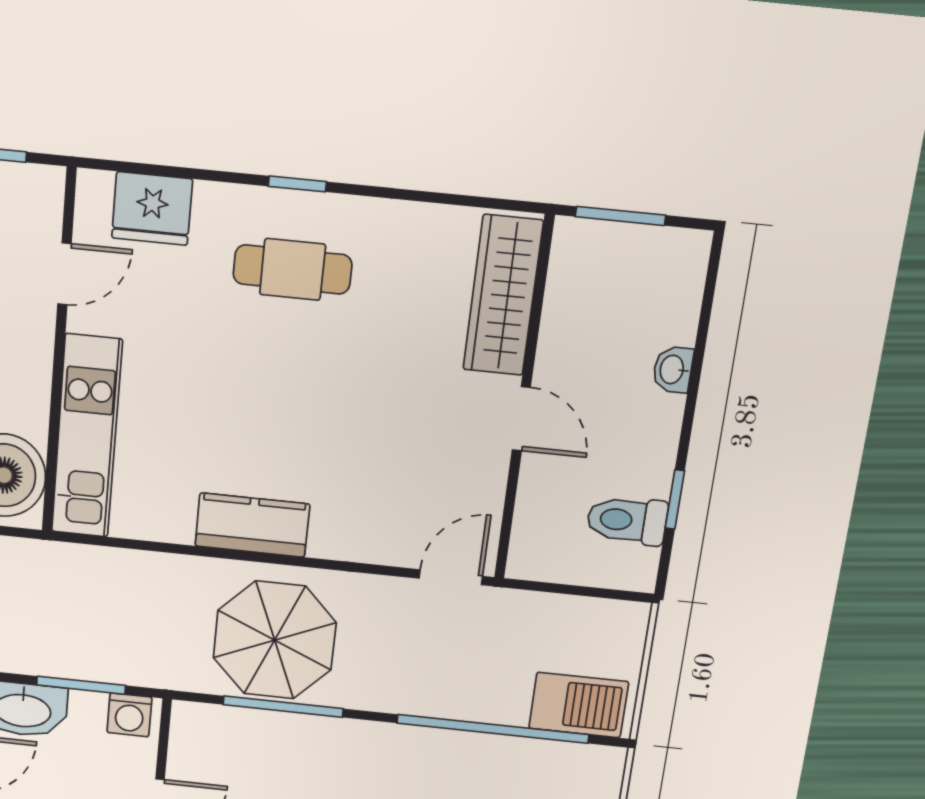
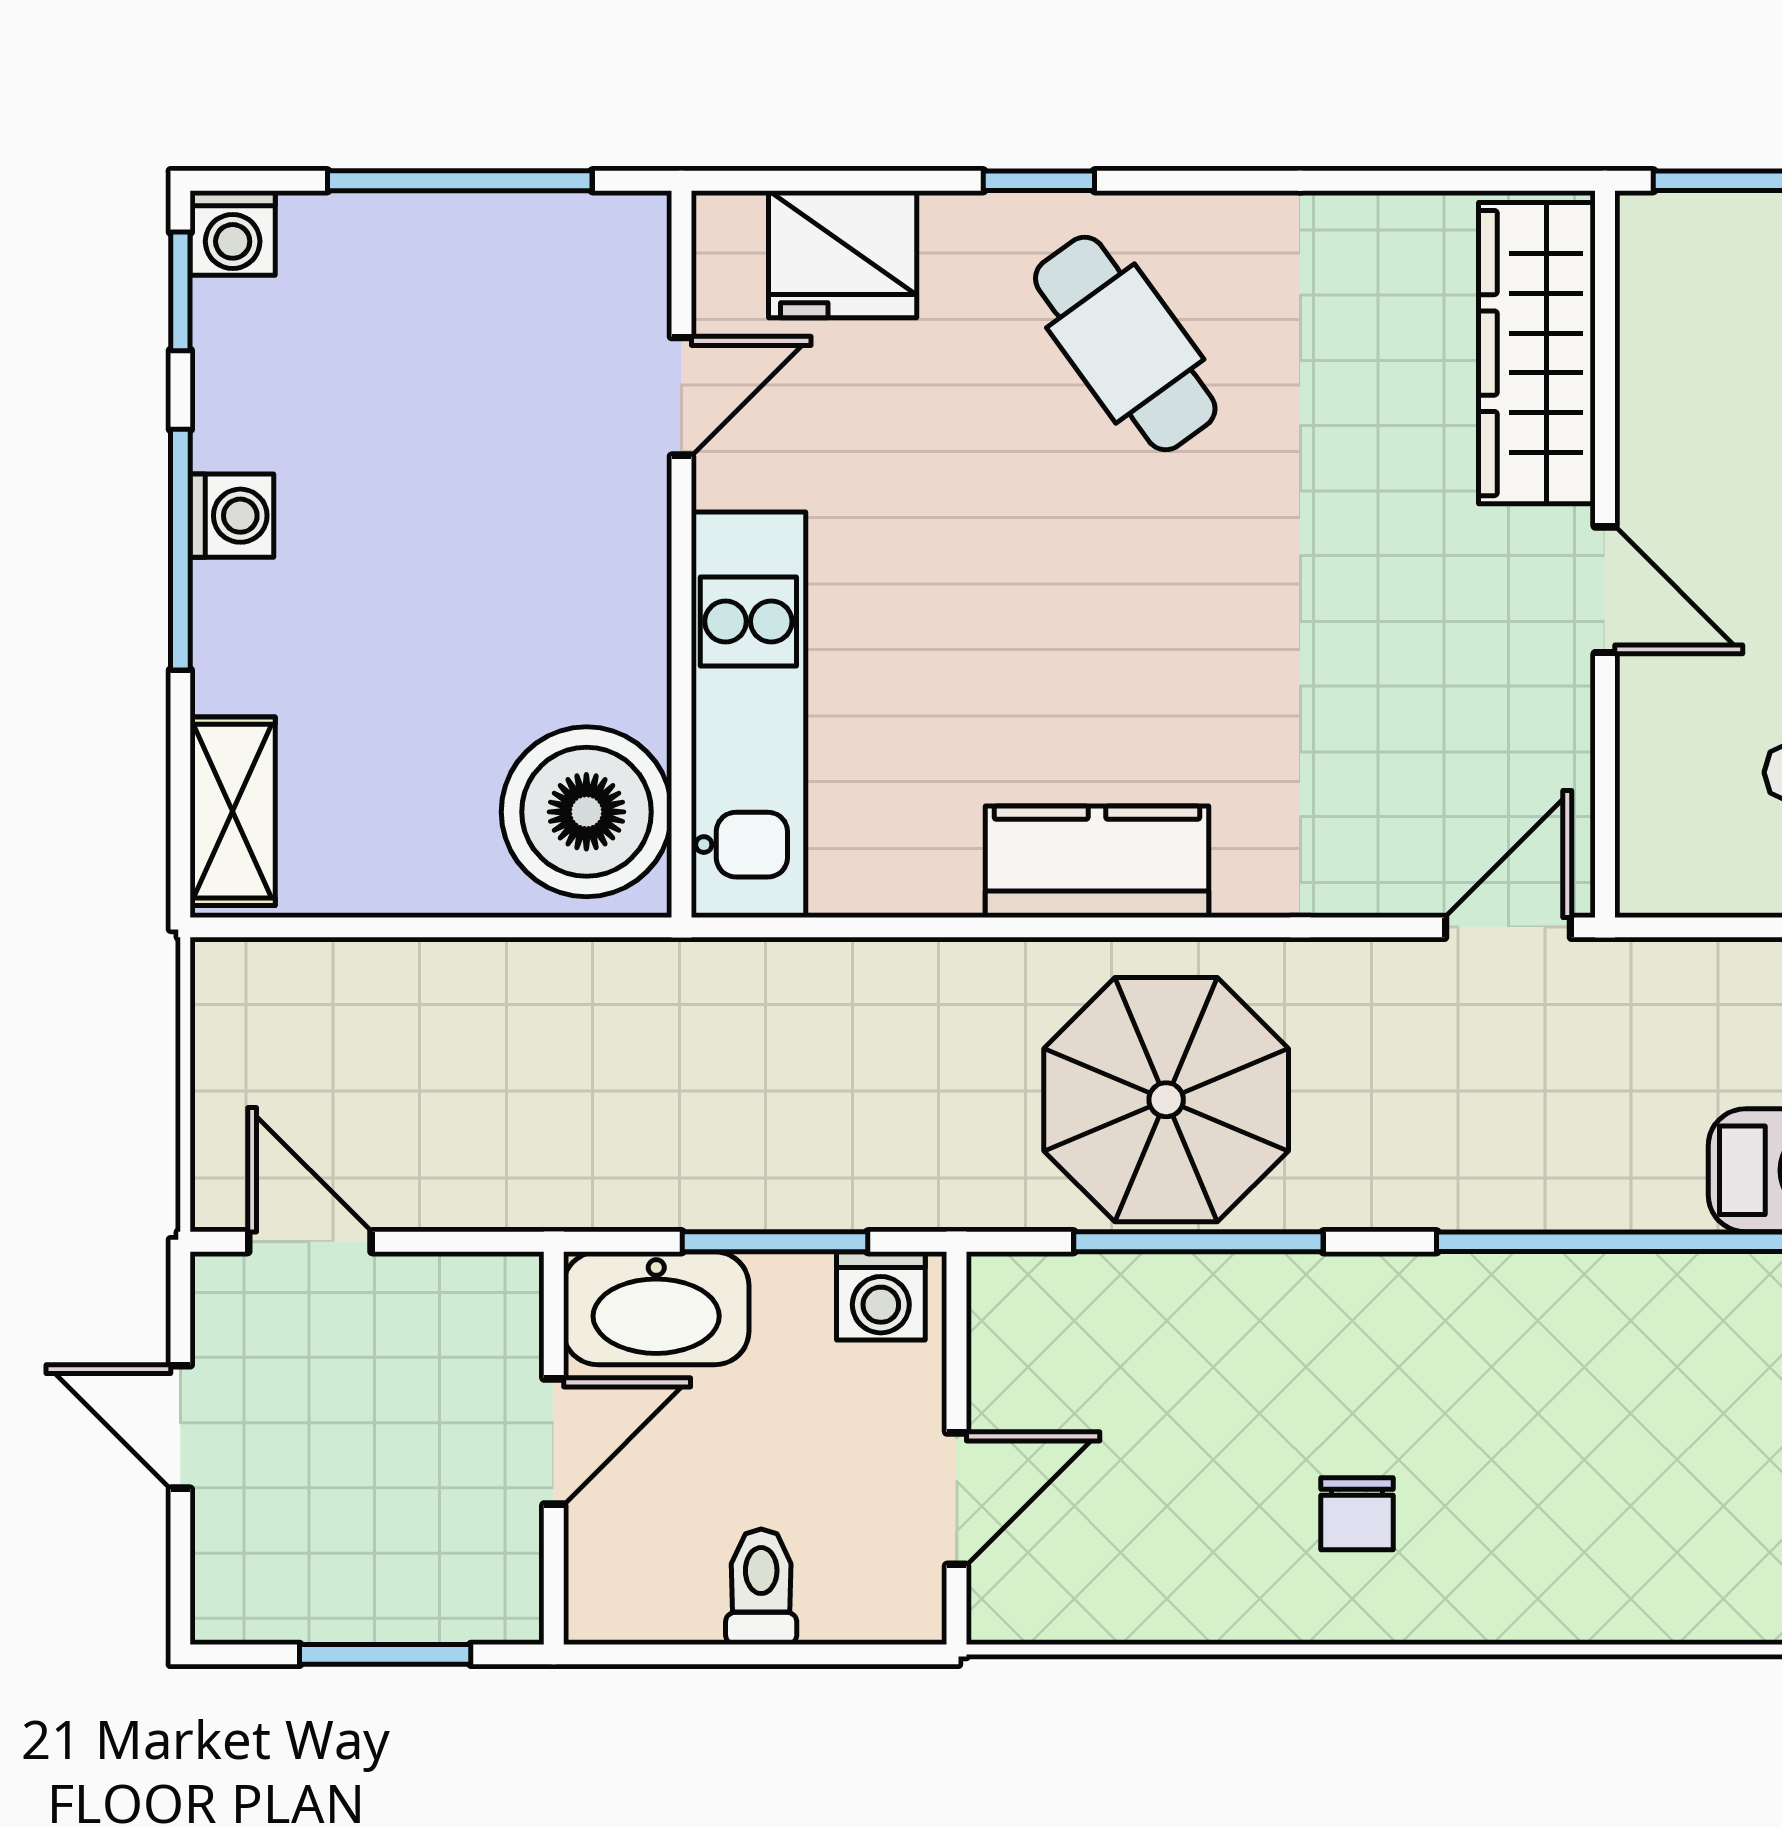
window: (297, 184) -> (1039, 181), moved
cafe table: (293, 269) -> (1125, 344), turned 54

